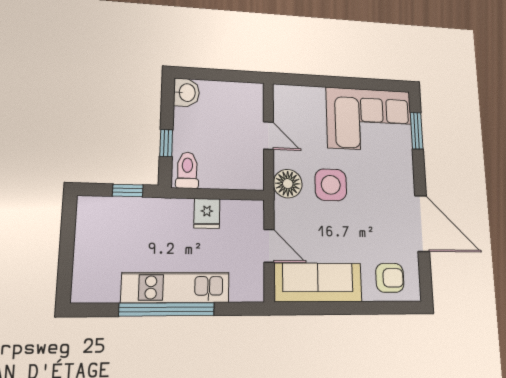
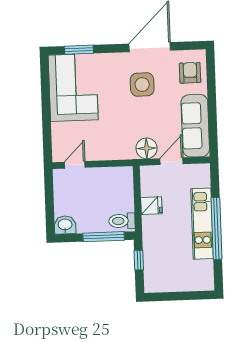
door: (269, 136) -> (75, 165), moved
window: (166, 143) -> (104, 237), width x2.17
floor lamp: (288, 184) -> (147, 148), moved
side table: (331, 185) -> (142, 84), moved

